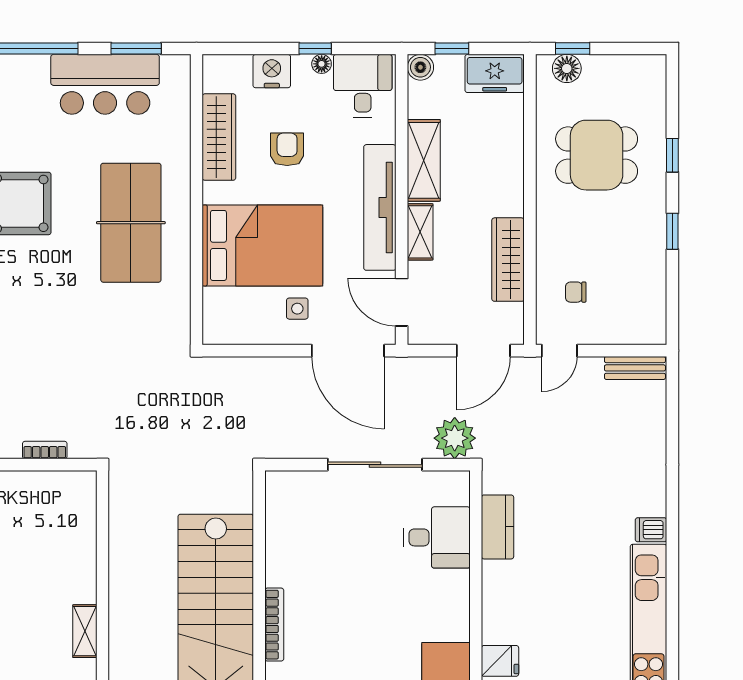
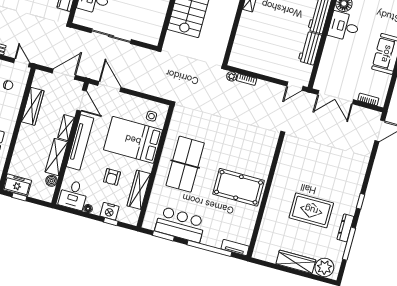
window: (315, 49) -> (111, 222), moved
window: (452, 49) -> (19, 197), moved
boiler: (420, 67) -> (51, 181), moved
side table: (297, 309) -> (151, 116), moved
door: (348, 351) -> (109, 87), width x0.73
door: (483, 351) -> (64, 74), moved
door: (559, 351) -> (22, 63), hinge flipped
plant: (455, 438) -> (232, 76), moved, width x0.53, depth x0.53

